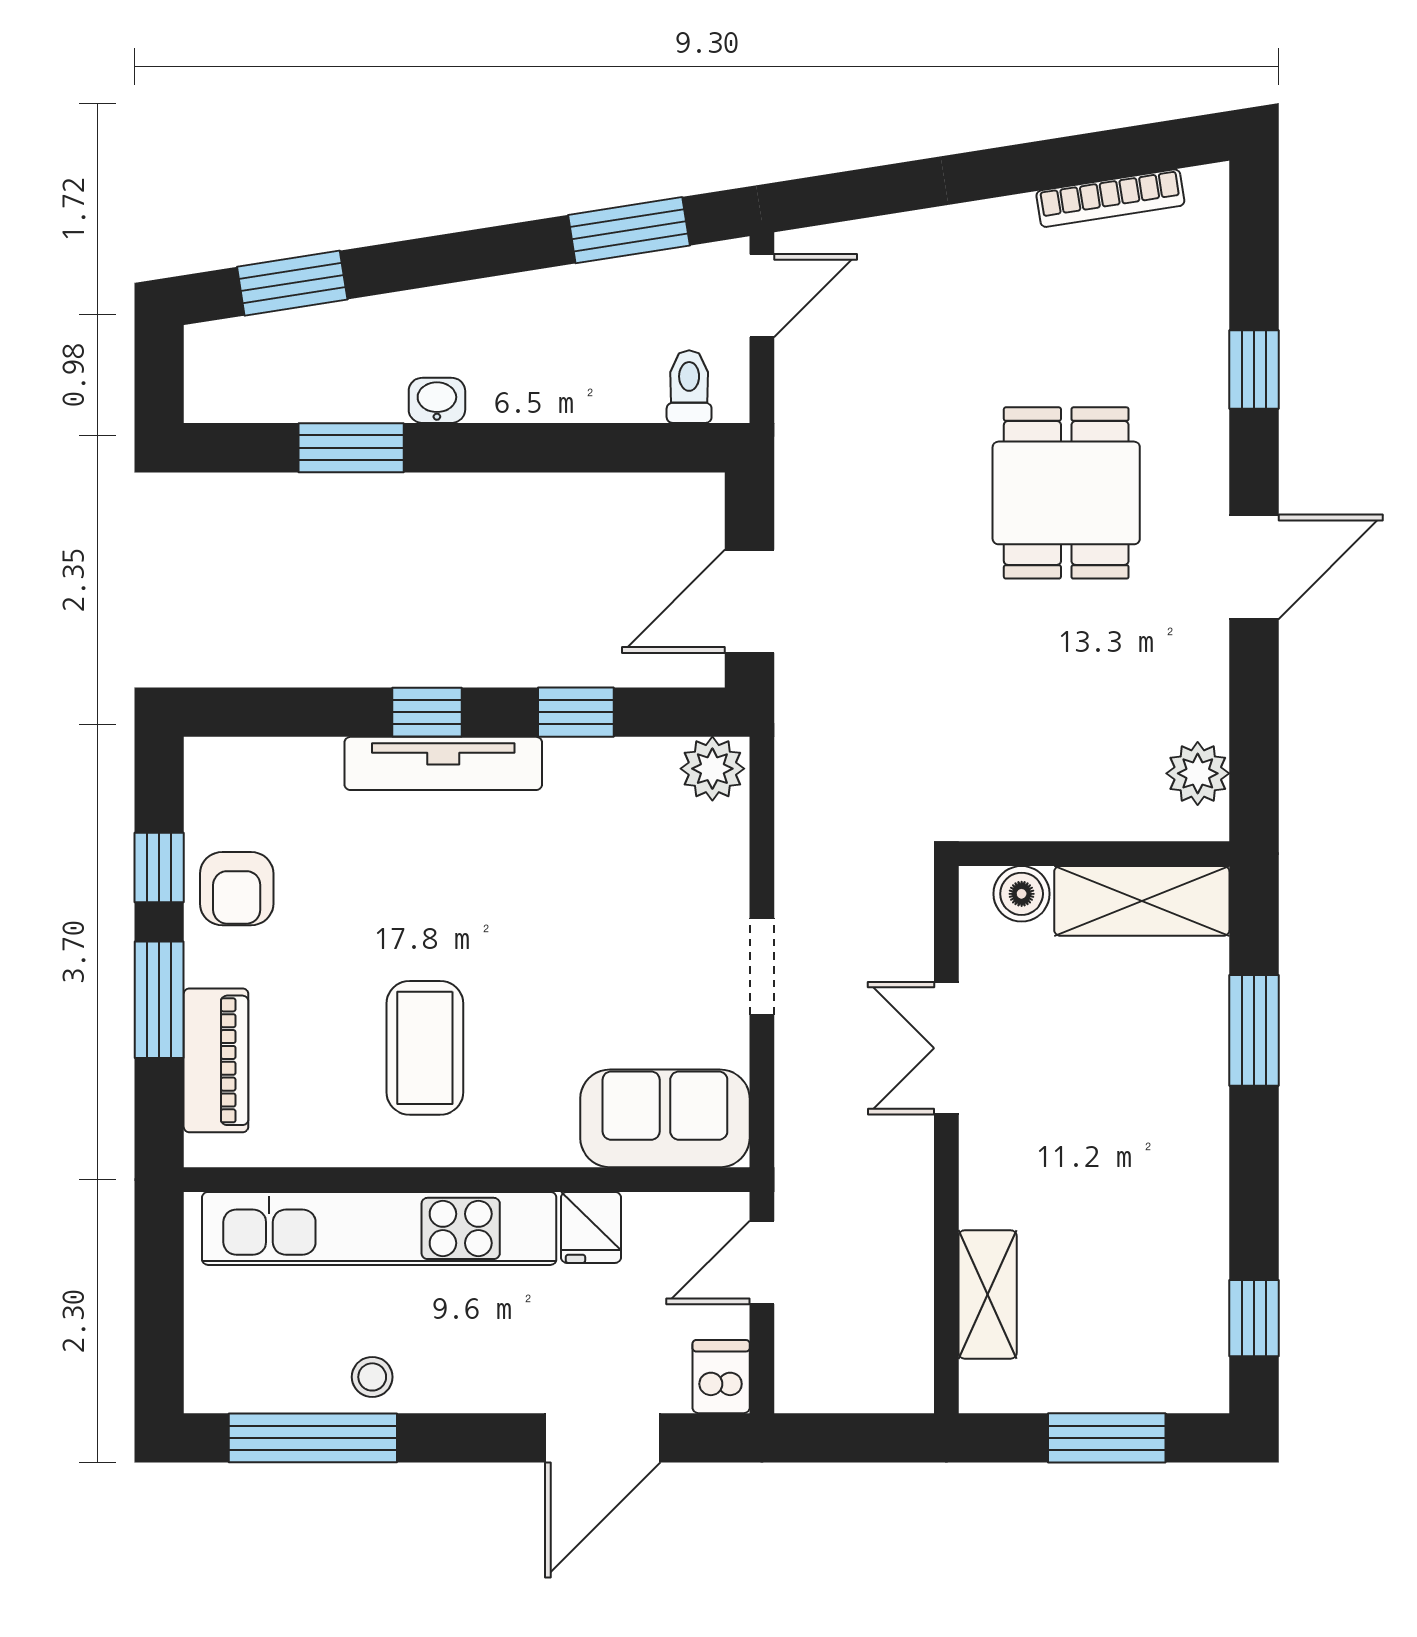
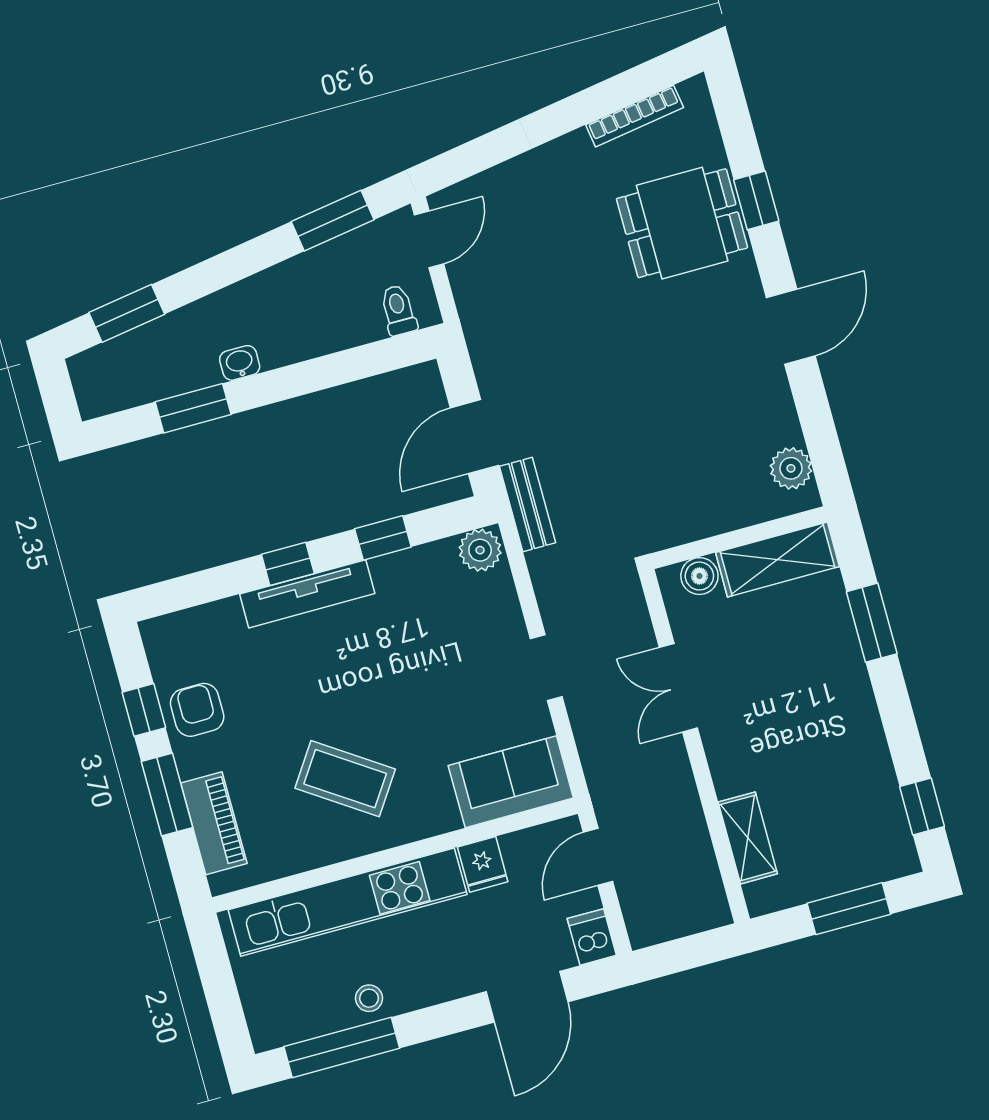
dining table: (1066, 493) -> (682, 223), moved, turned 90
bench: (800, 721) -> (528, 504), added
armchair: (237, 889) -> (197, 710), turned 180
coffee table: (425, 1048) -> (345, 779), turned -56

